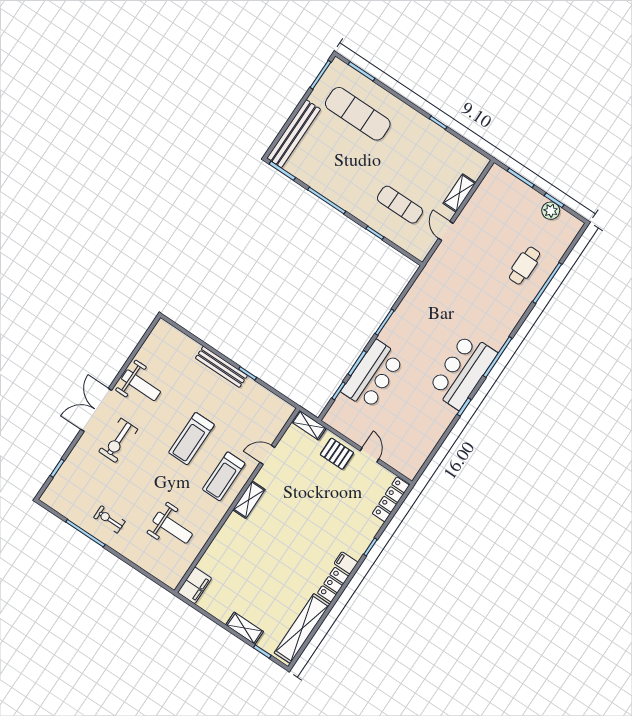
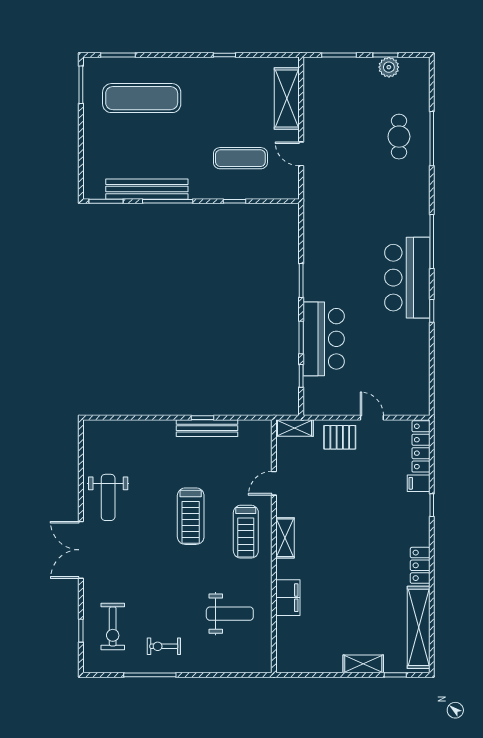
bench: (294, 134) -> (147, 189), moved, turned 90
shelving: (459, 193) -> (287, 98), width x1.50, depth x1.33
bench: (221, 367) -> (207, 428), moved
weight bench: (141, 385) -> (108, 497), turned 90
exercise bike: (118, 440) -> (113, 626), moved
filing cabinet: (346, 563) -> (419, 483), moved
filing cabinet: (195, 585) -> (288, 598), moved

